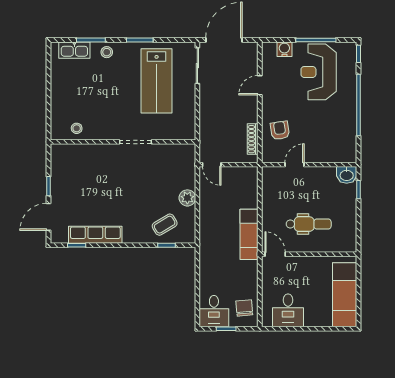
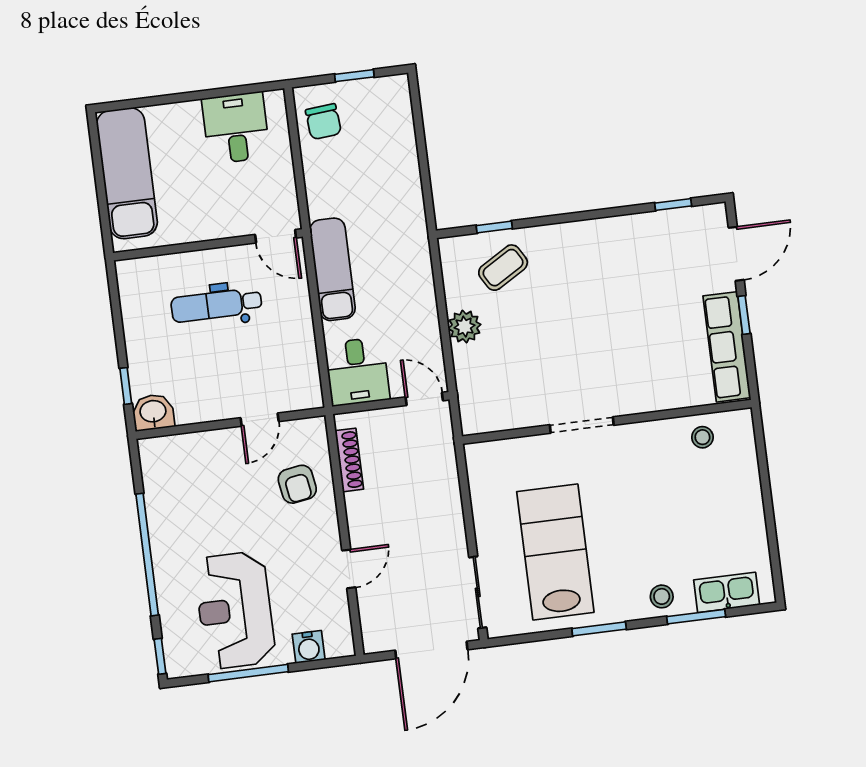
reception desk: (319, 72) -> (235, 610), turned 180
row of seats: (95, 235) -> (727, 347), moved, turned 90
desk: (214, 311) -> (357, 372), moved, turned 180

